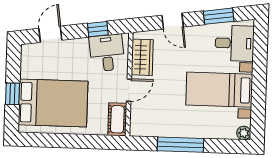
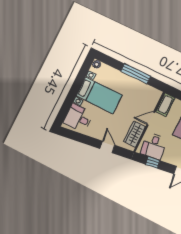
window: (219, 16) -> (80, 138), removed

